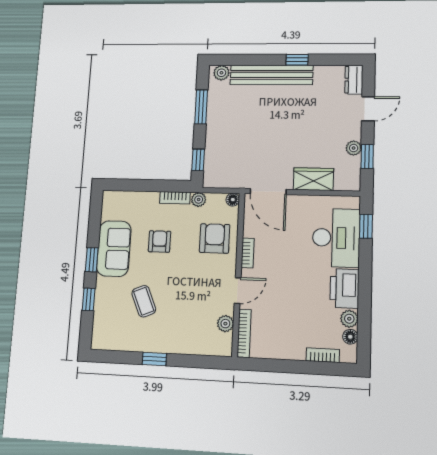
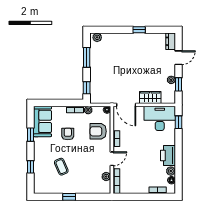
bench: (271, 75) -> (125, 39), removed
armchair: (215, 238) -> (98, 131), turned -90
desk: (336, 238) -> (160, 118), moved, turned -90
sofa: (114, 249) -> (43, 121), moved
window: (92, 260) -> (30, 135), moved

